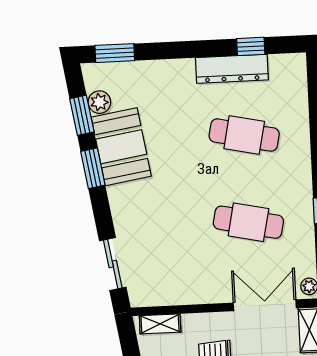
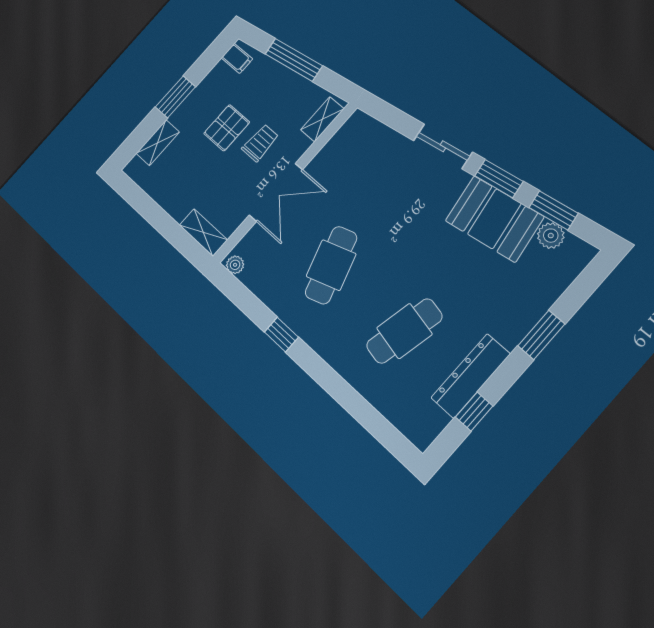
window: (115, 53) -> (541, 335), moved
cafe table: (248, 222) -> (331, 265), turned -30
sliding door: (113, 264) -> (443, 146), moved
double door: (265, 305) -> (276, 192), moved

